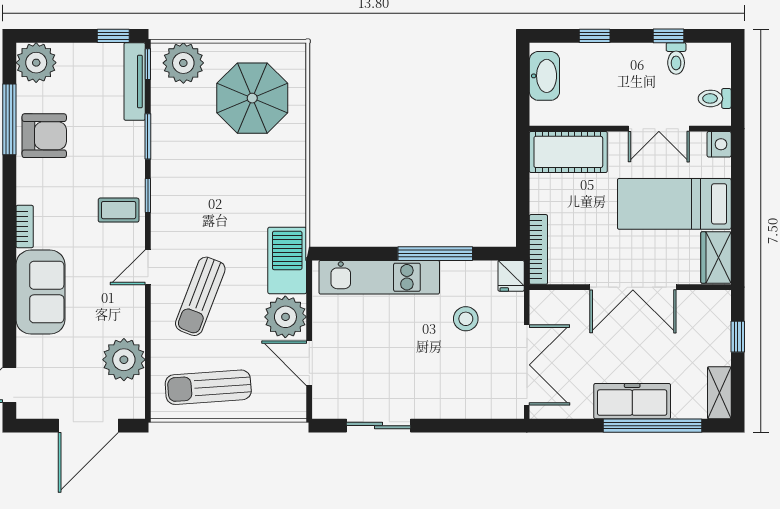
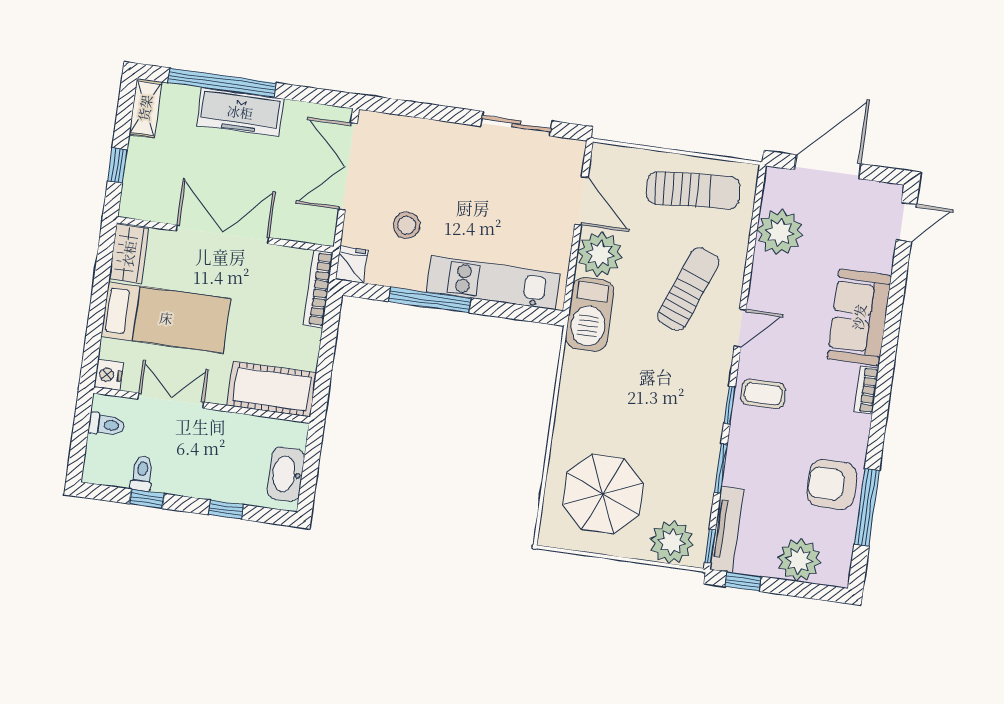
plant: (36, 63) -> (799, 560), moved

